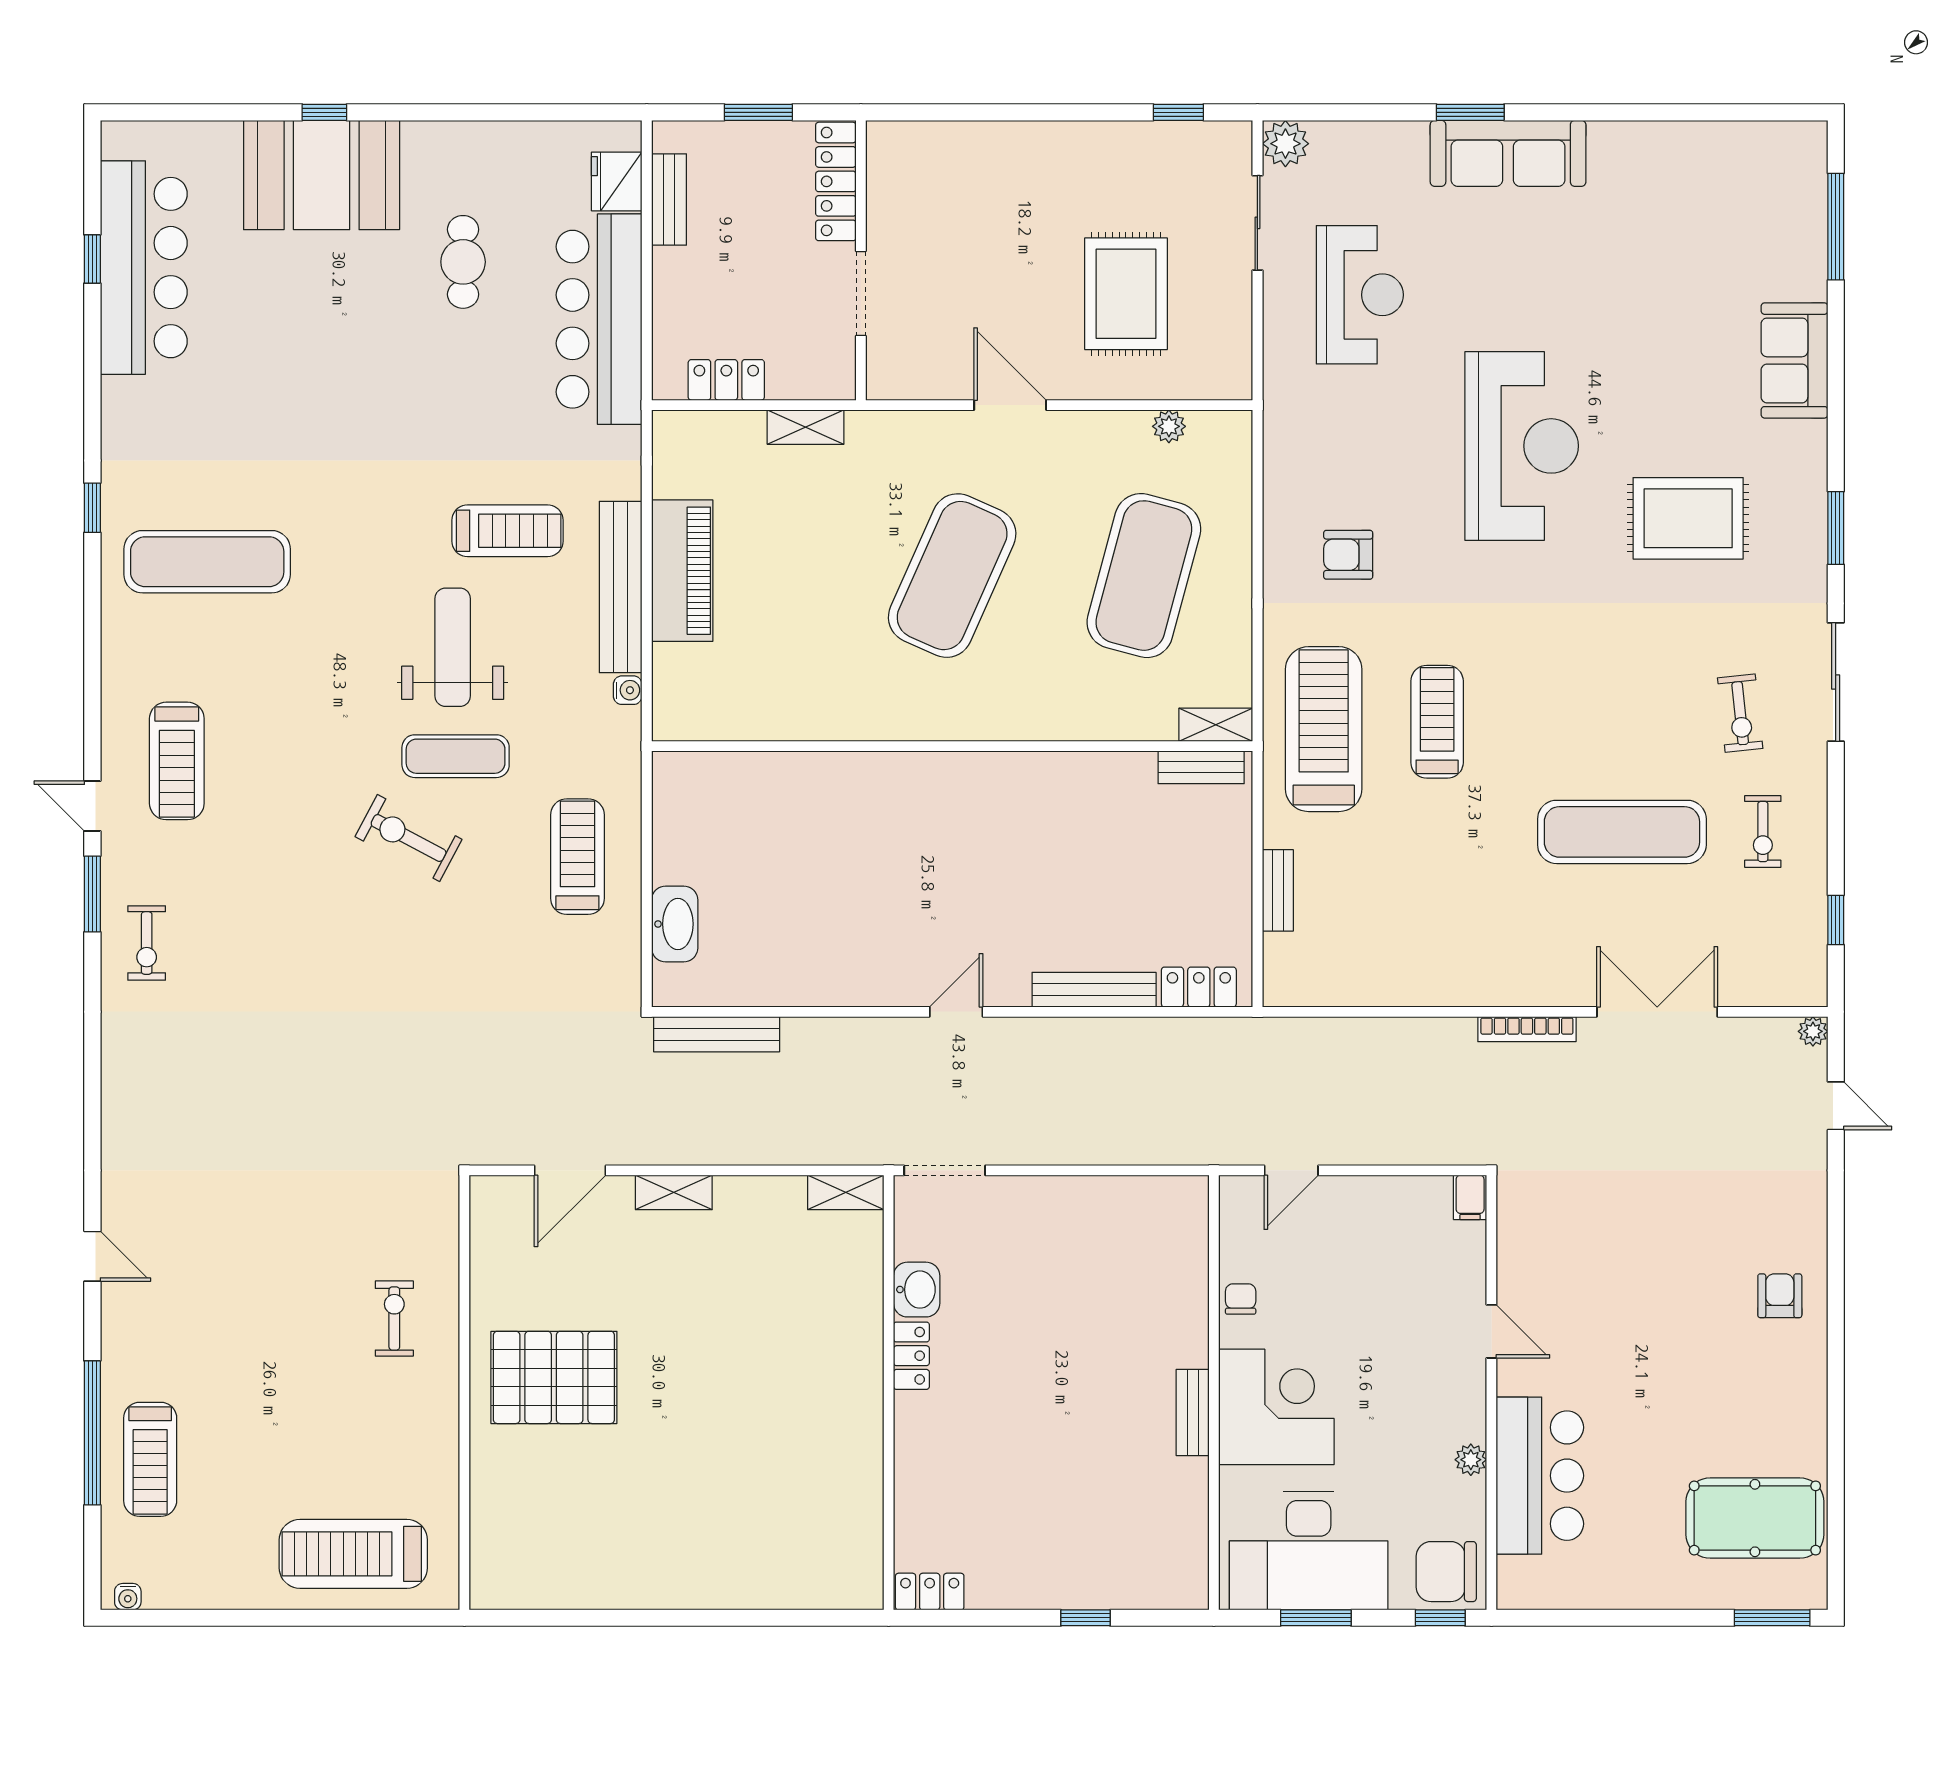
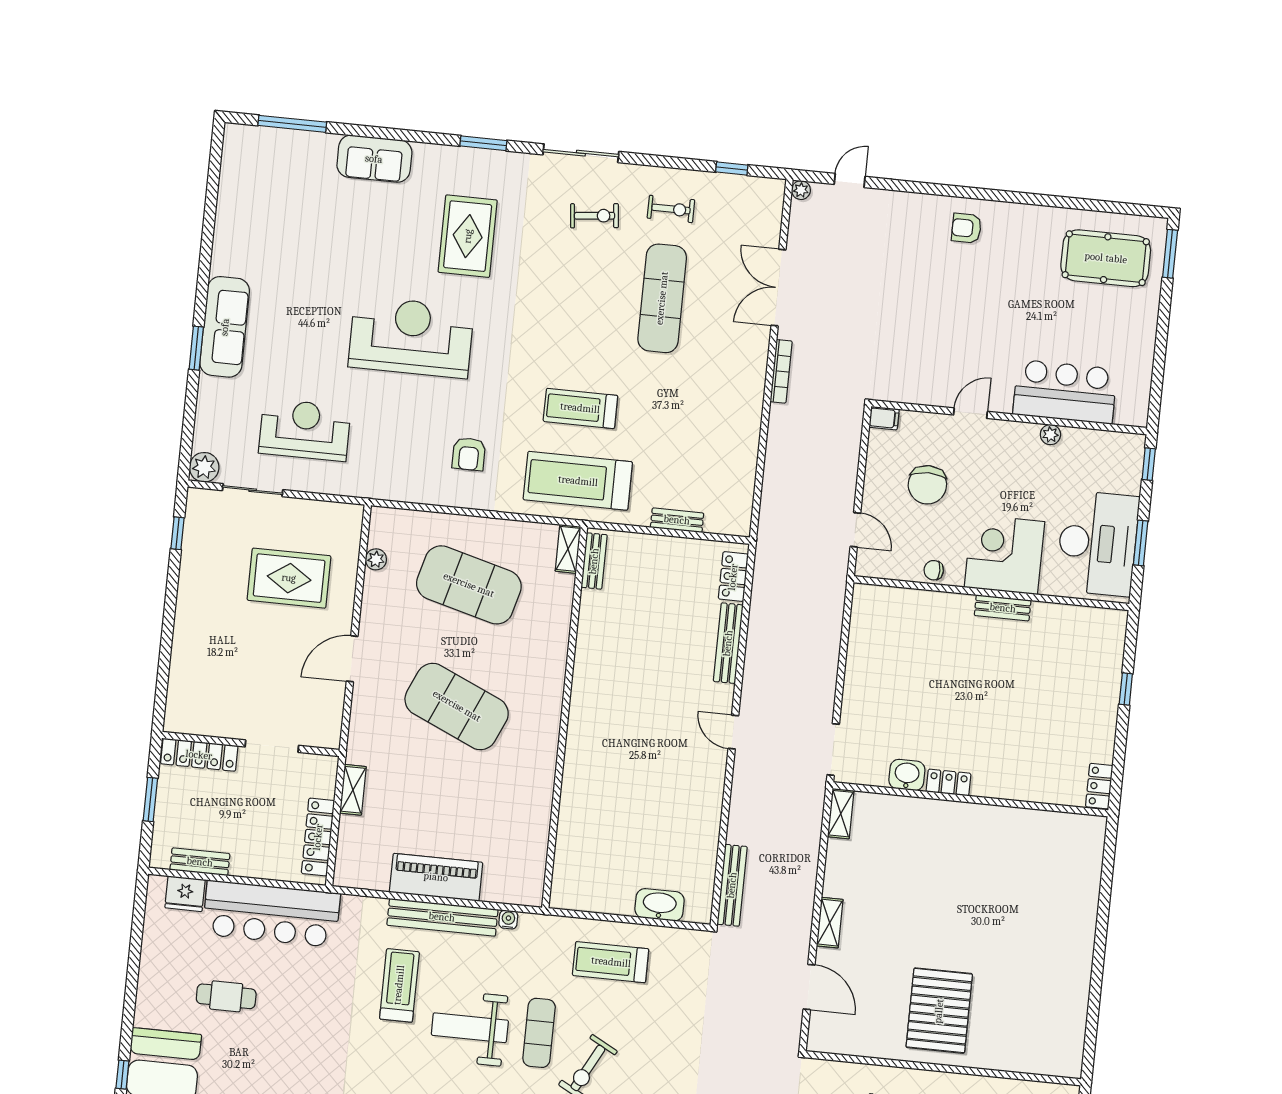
locker: (726, 380) -> (318, 837), width x1.53
pool table: (1755, 1518) -> (1106, 258), turned 90
chair: (1446, 1572) -> (927, 485), moved

